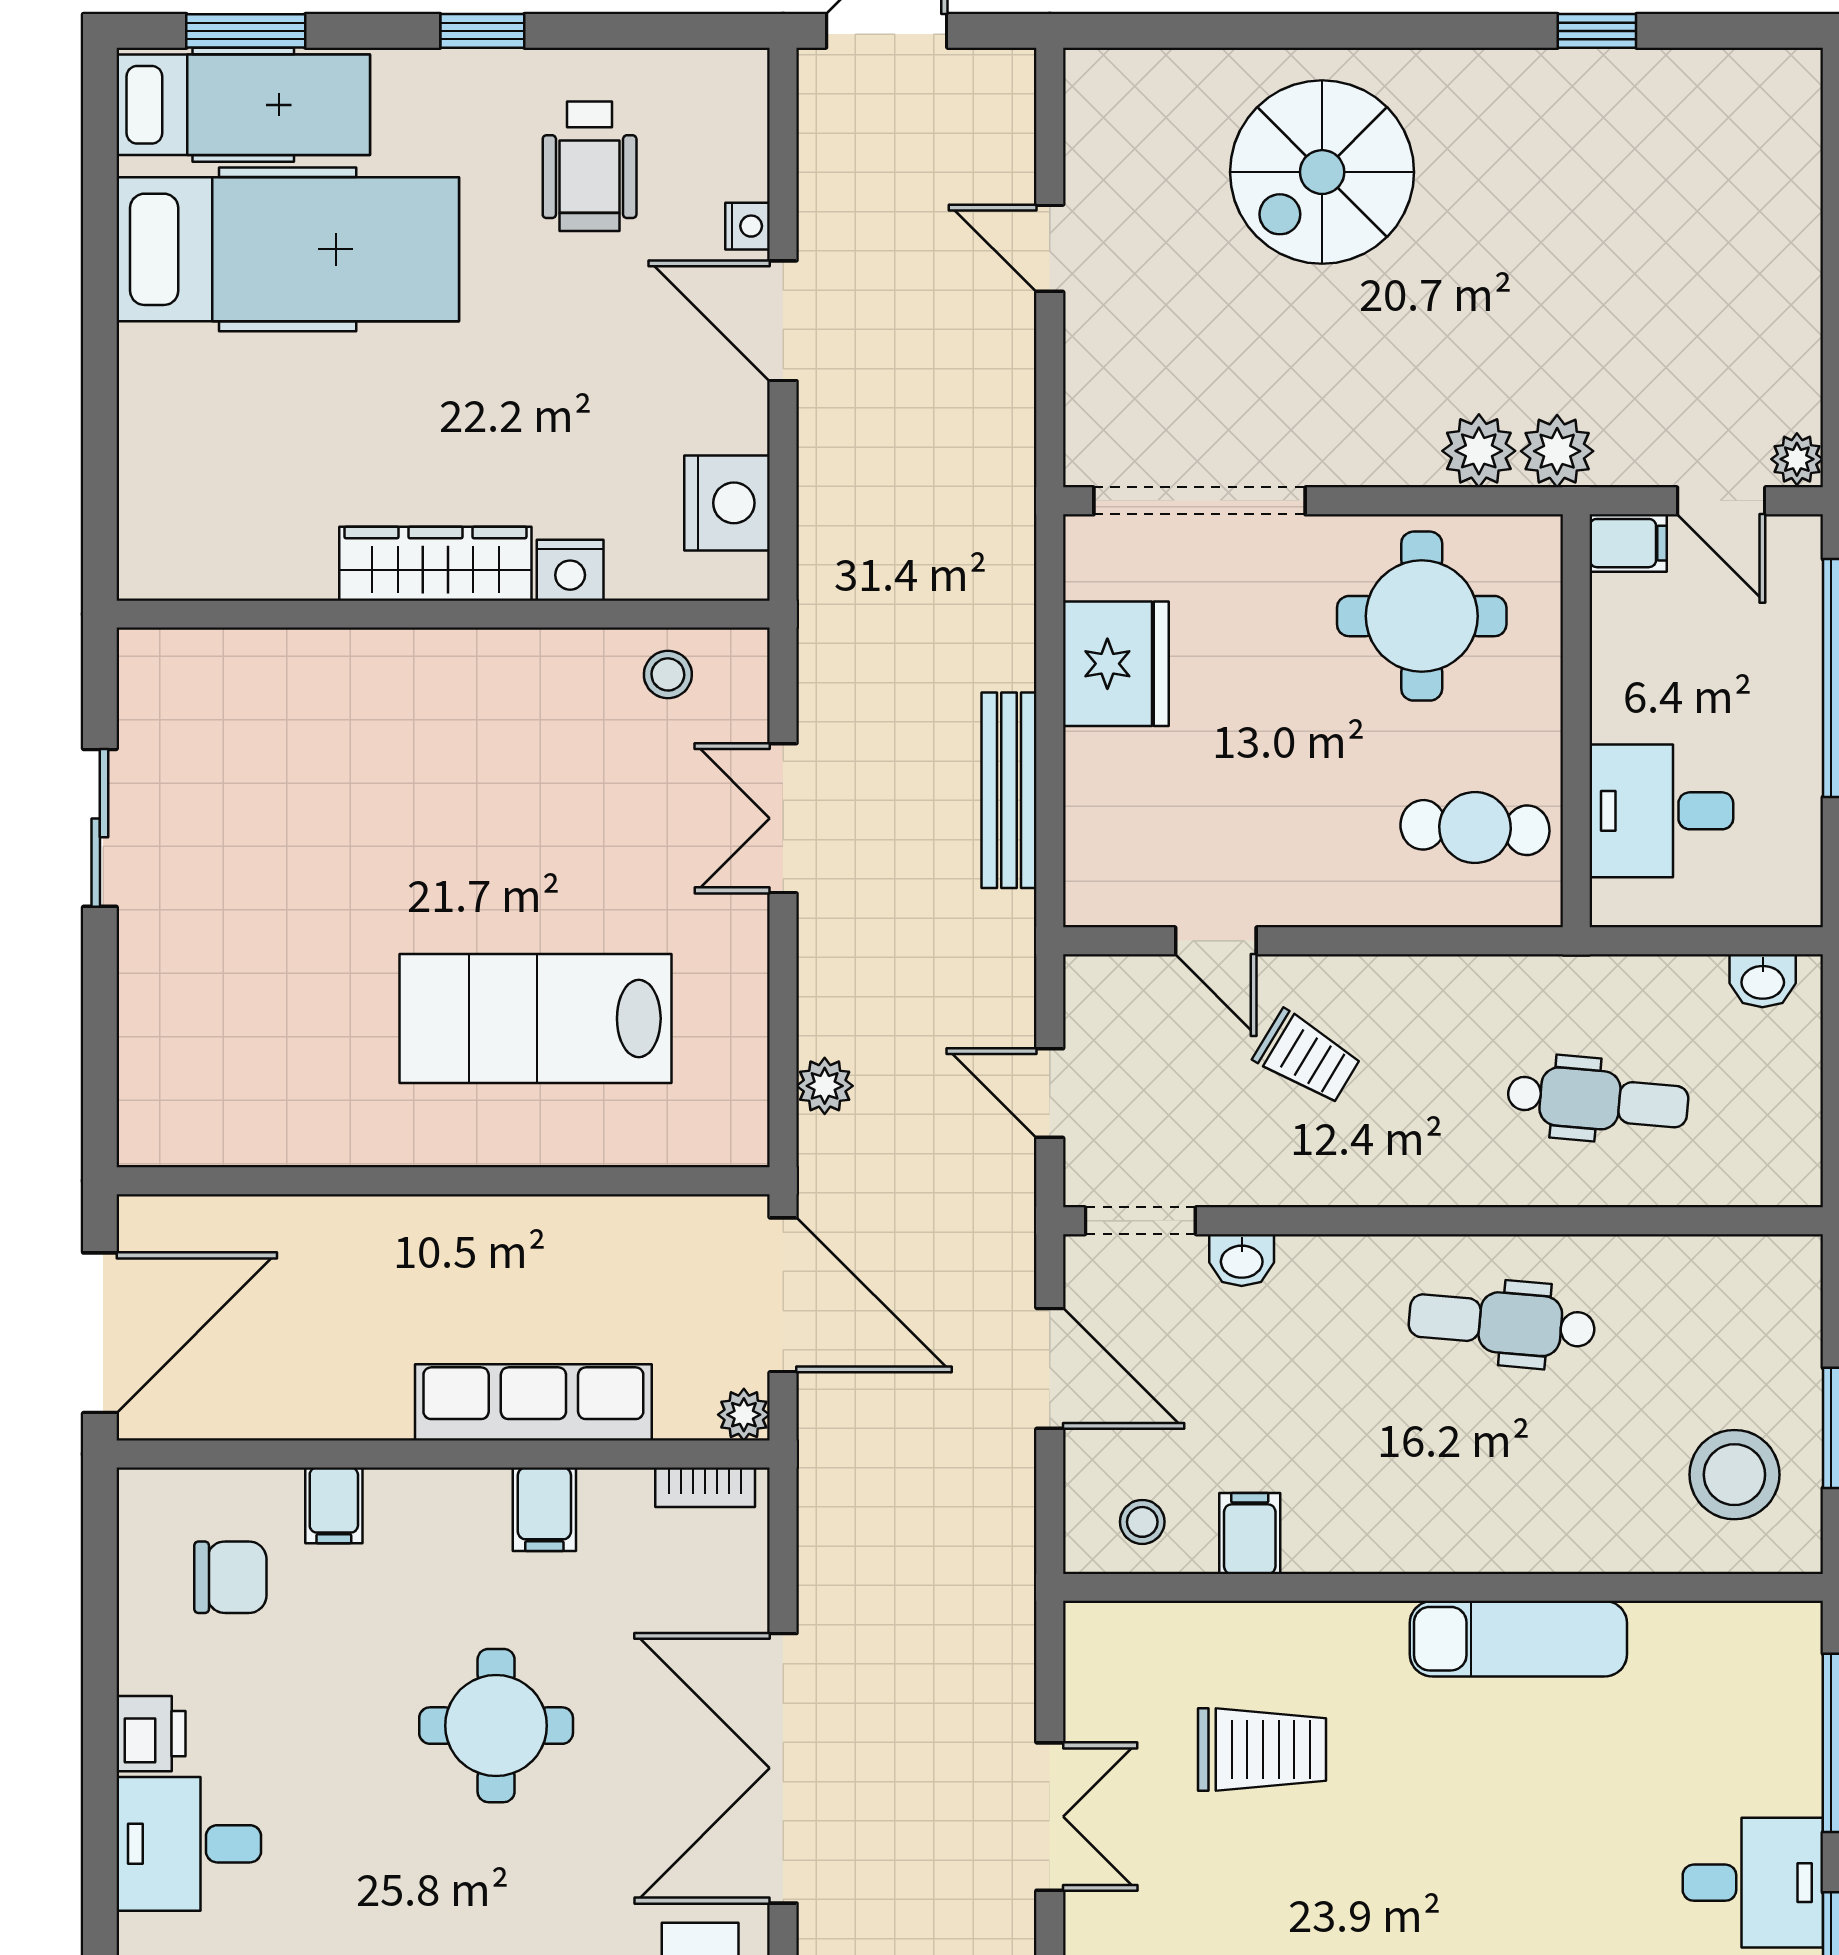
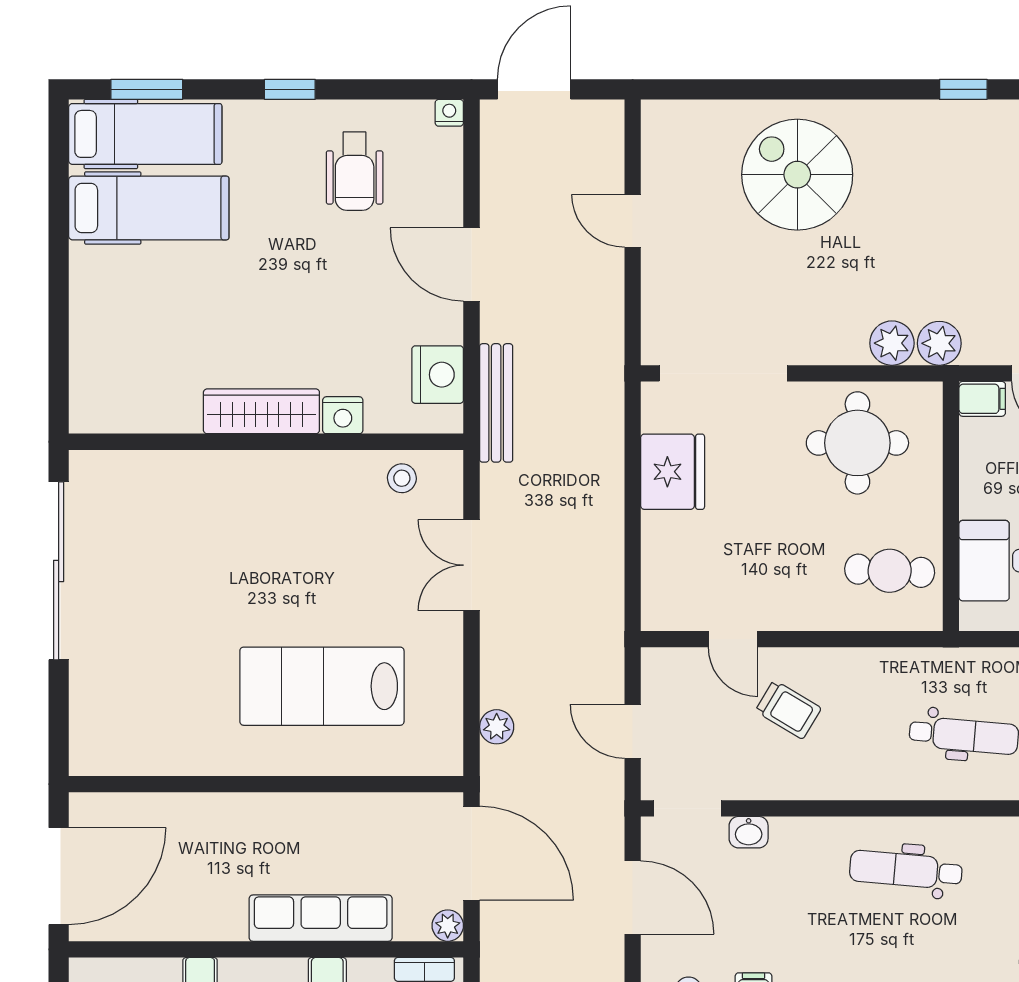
spiral stairs: (1322, 172) -> (797, 175), turned 90
nightstand: (748, 226) -> (449, 113), moved, turned -90
hospital bed: (288, 249) -> (149, 208), width x0.73, depth x0.78
bench: (1009, 790) -> (496, 403), moved
sliding door: (100, 828) -> (59, 571), width x1.86

